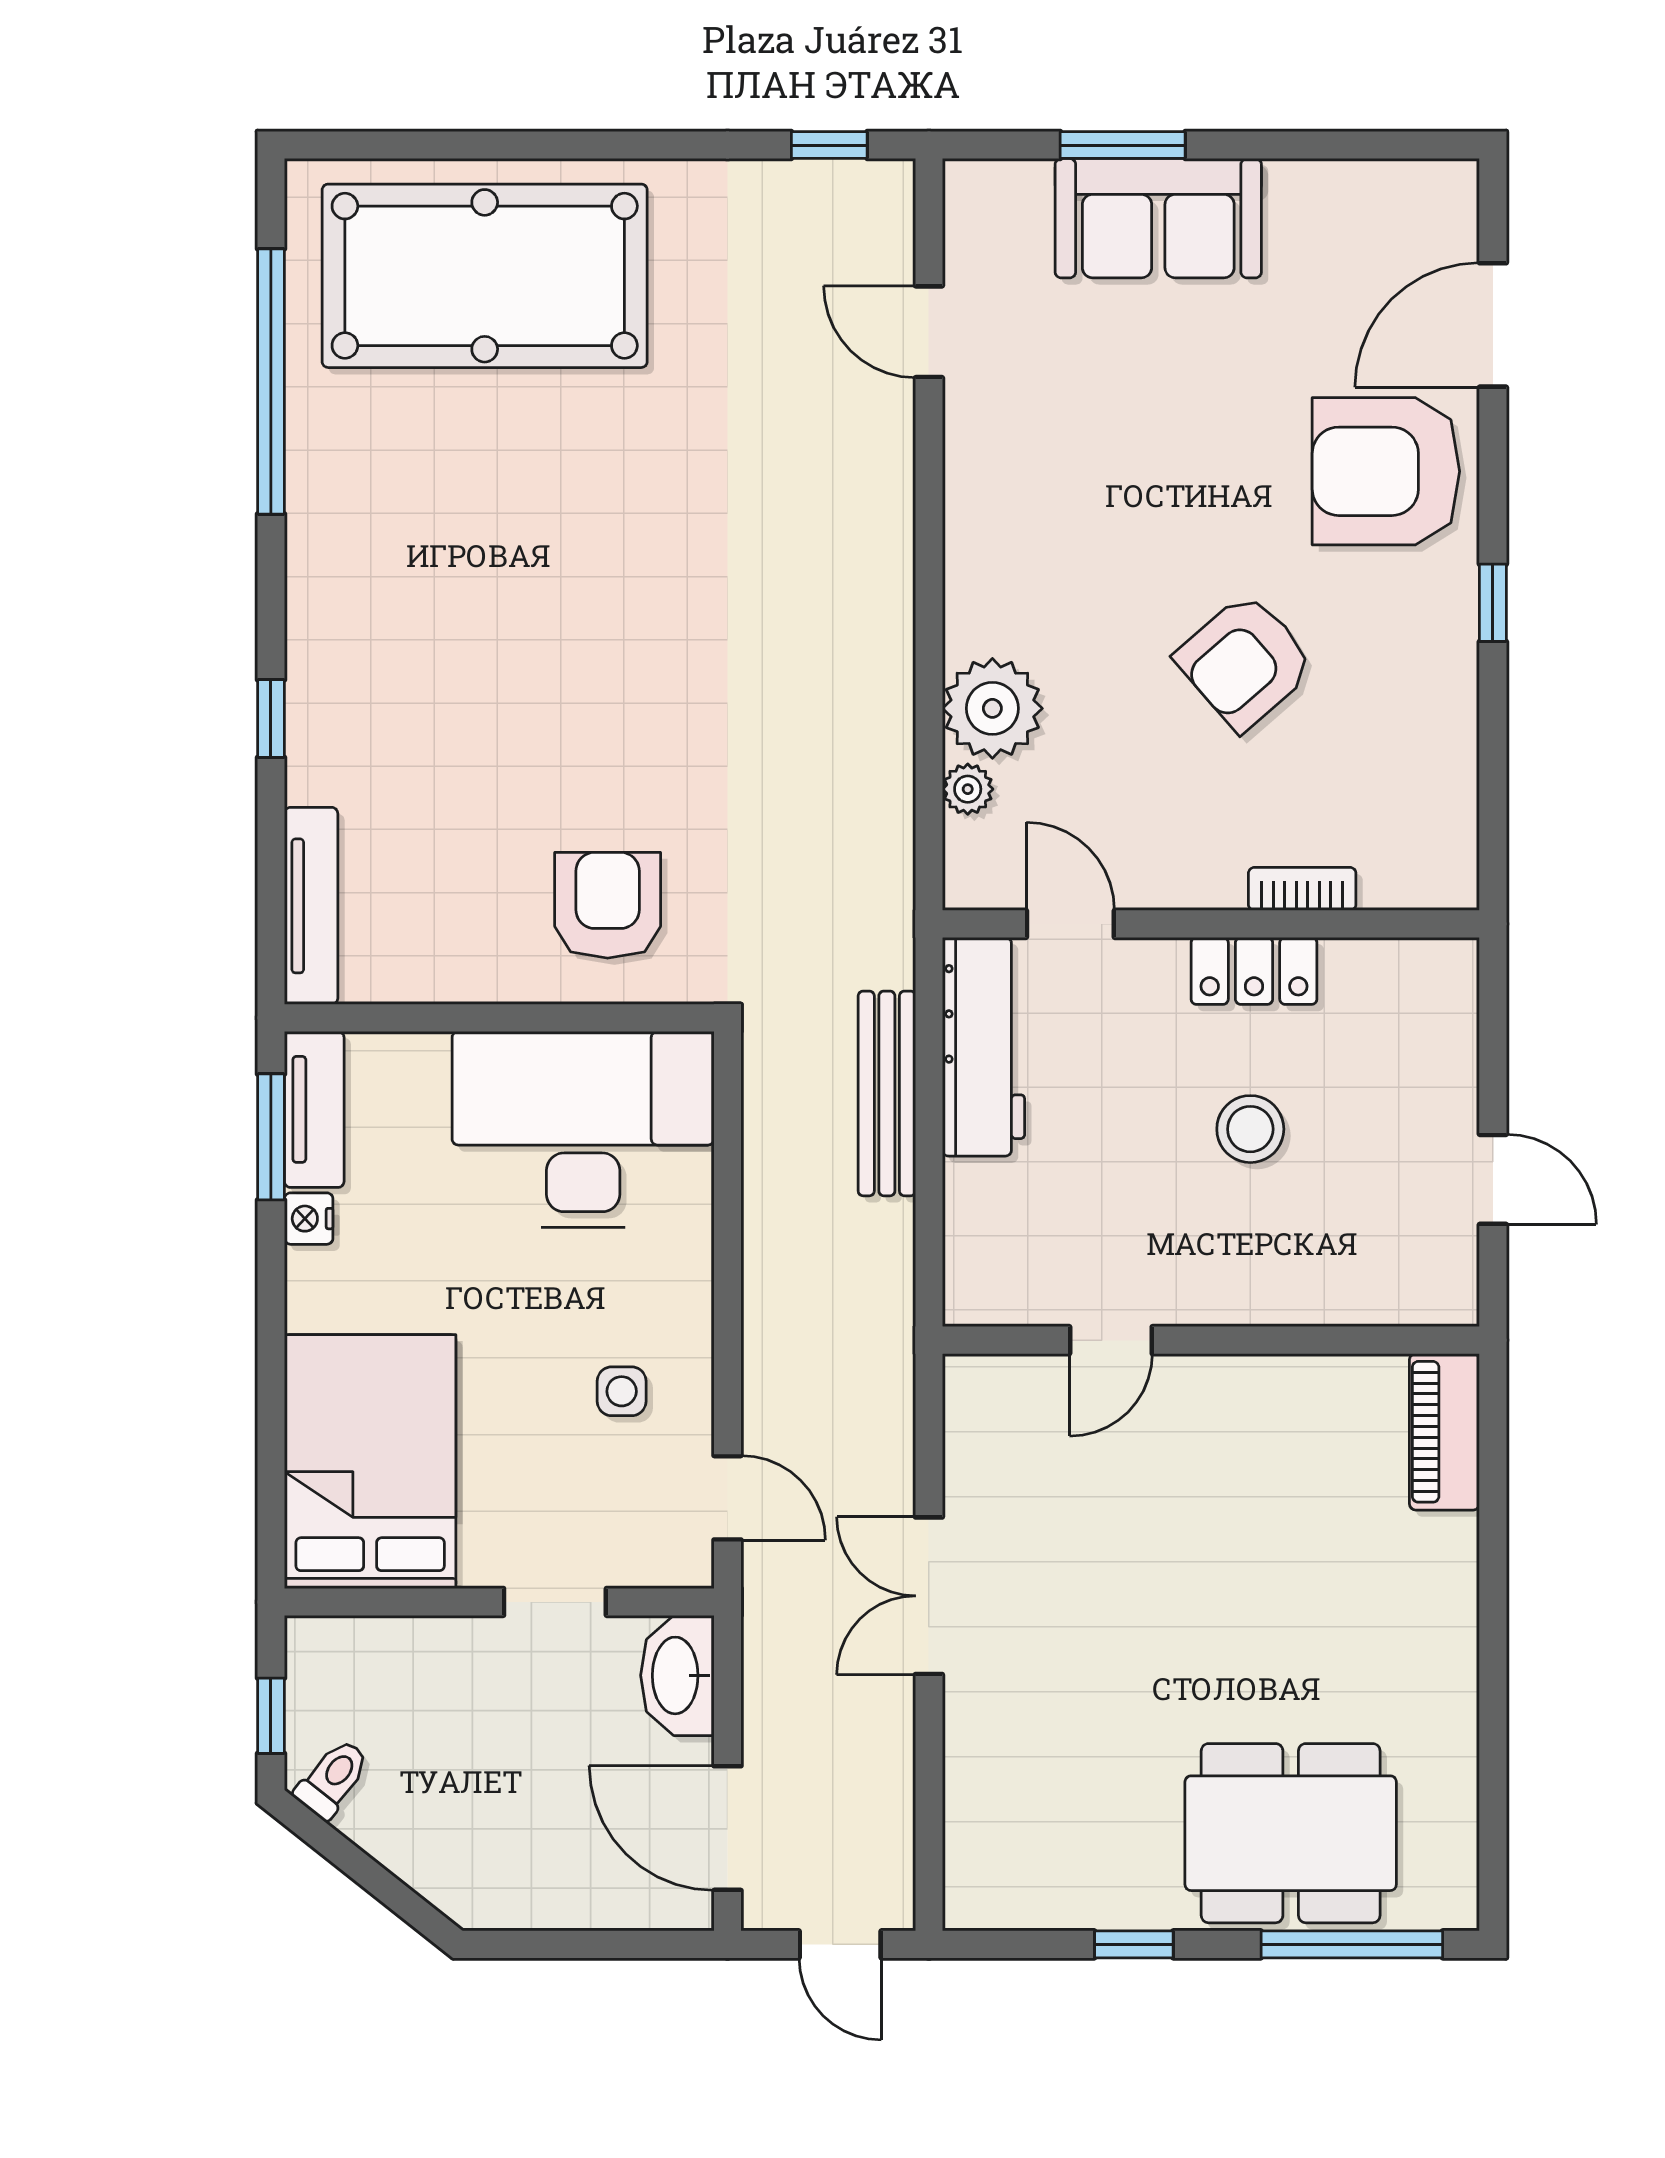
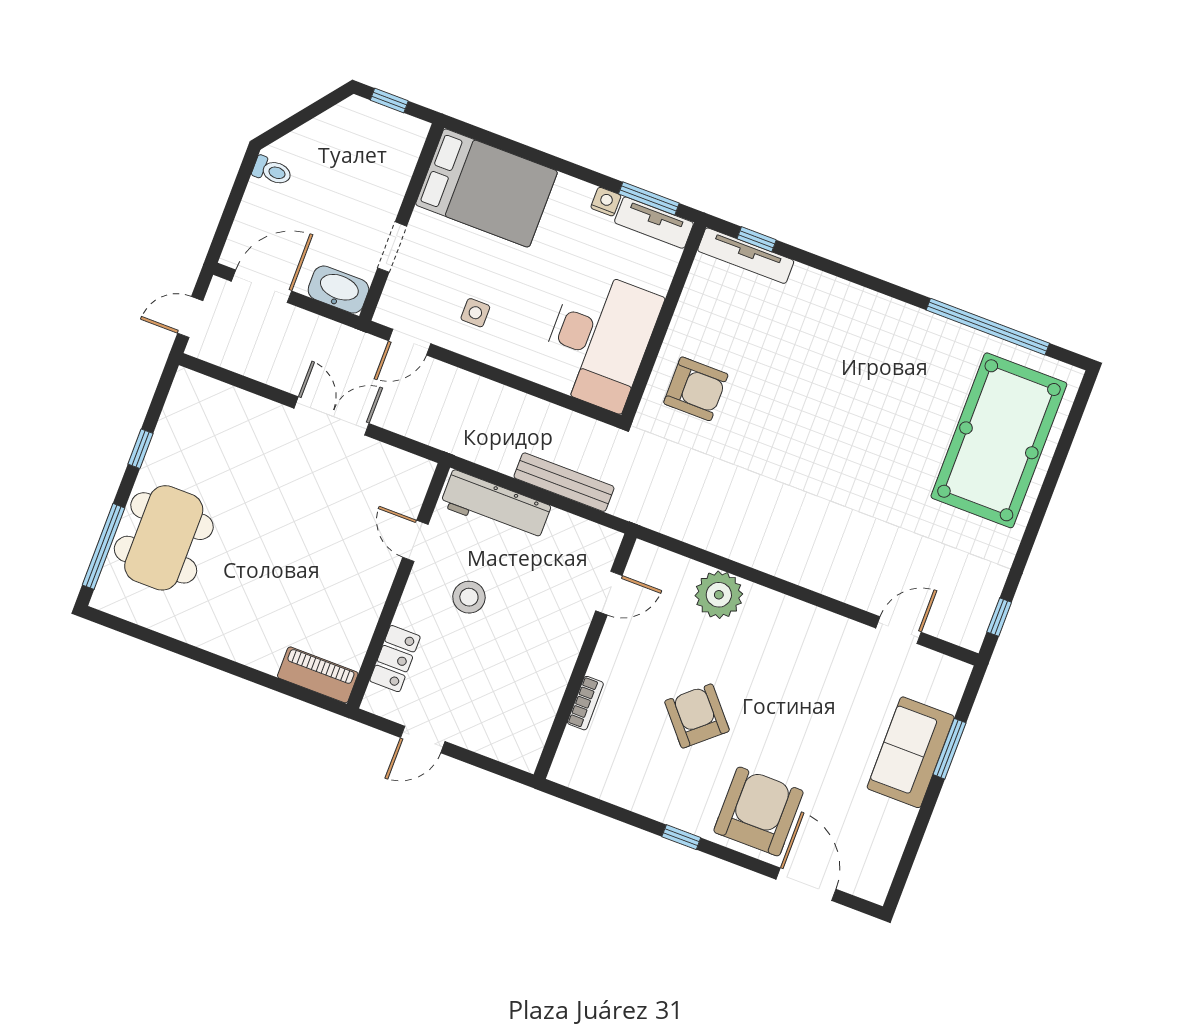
window: (271, 719) -> (757, 239), moved
plant: (968, 789) -> (687, 570), removed
locker: (1254, 971) -> (395, 659), moved, turned 180
workbench: (983, 1047) -> (495, 506), moved
stool: (1250, 1129) -> (469, 597), moved
toilet: (333, 1779) -> (272, 171), moved, turned -38

